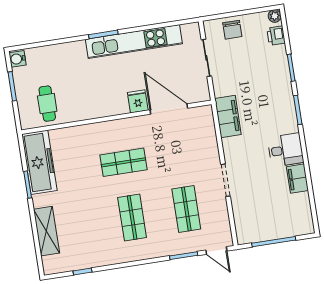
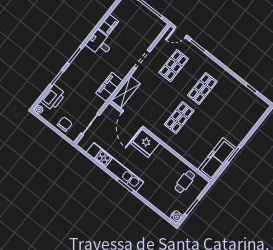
printer: (276, 36) -> (53, 97), width x1.87, depth x1.48
fridge: (138, 101) -> (145, 143), width x1.88, depth x1.34
shop shelf: (123, 162) -> (179, 118), turned 90
shelving: (46, 231) -> (126, 92), moved
door: (216, 251) -> (181, 32), swing flipped

